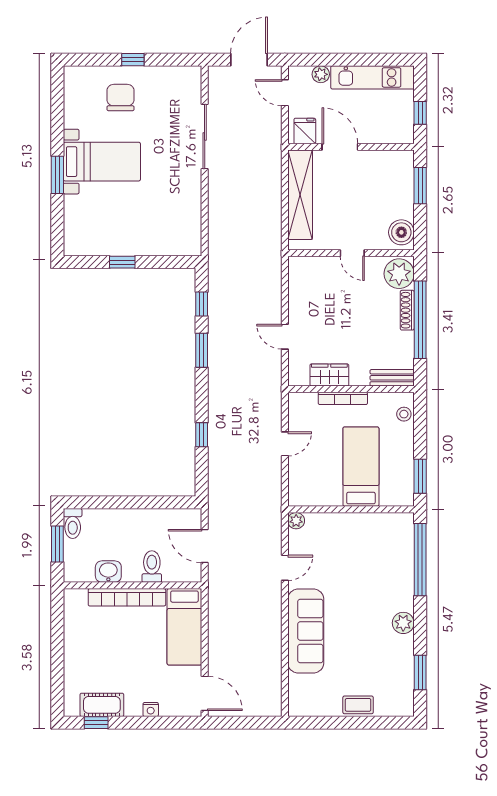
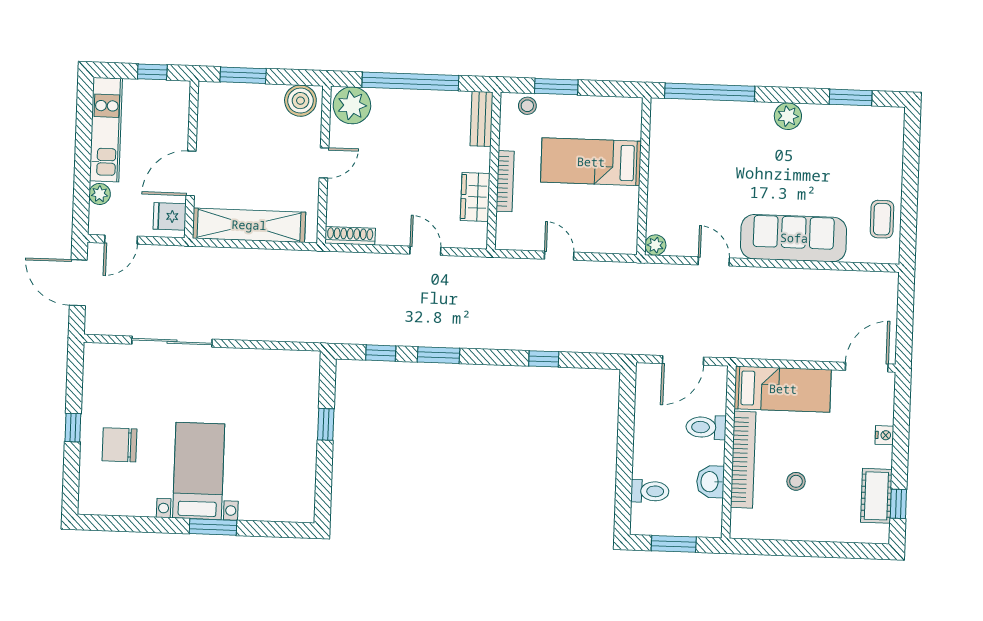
window: (122, 262) -> (326, 424), moved
shoe rack: (407, 310) -> (350, 236), moved, turned 180
door: (285, 337) -> (425, 251), swing flipped
window: (420, 476) -> (556, 87), moved
toilet: (73, 523) -> (650, 491), moved
stool: (111, 640) -> (796, 481), added
coffee table: (358, 705) -> (882, 219), moved

